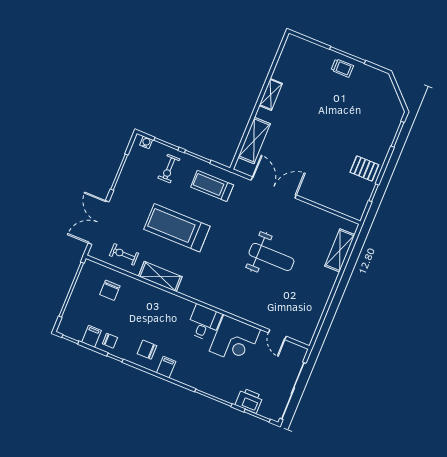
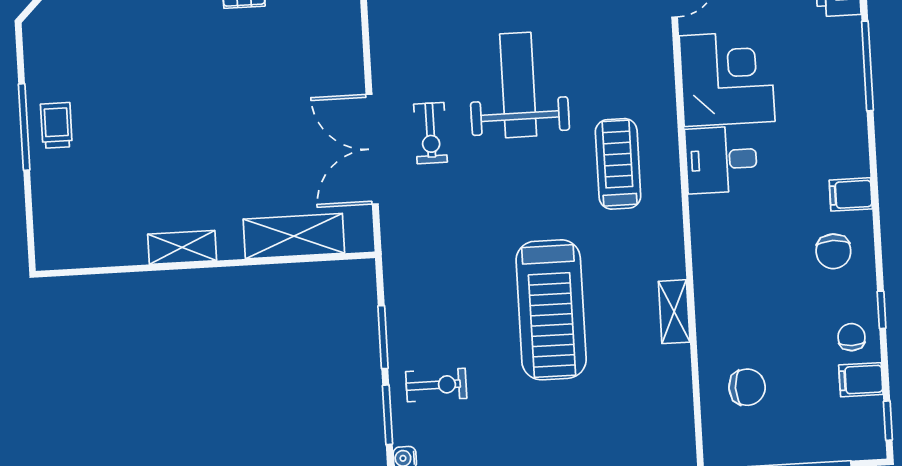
treadmill: (212, 186) -> (618, 164), moved, turned 180
exercise bike: (124, 254) -> (431, 133), moved
shelving: (160, 276) -> (674, 312), width x0.67, depth x0.75

